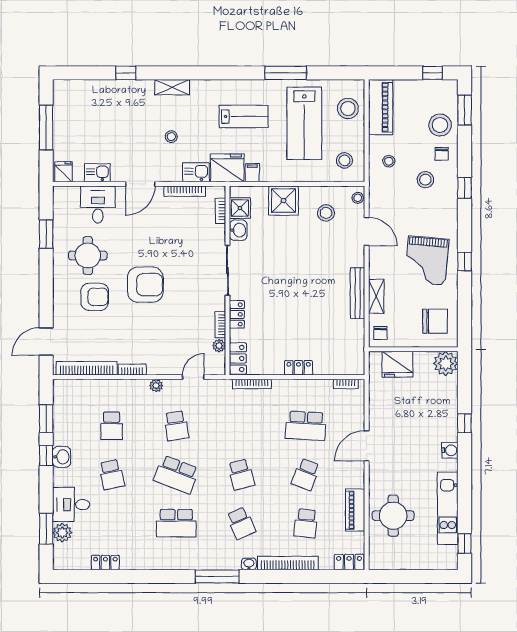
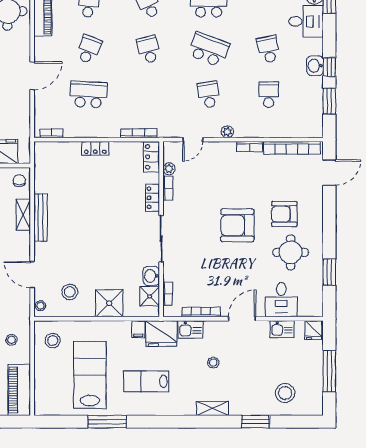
window: (126, 73) -> (255, 422), width x1.50
stool: (348, 108) -> (285, 393), moved

